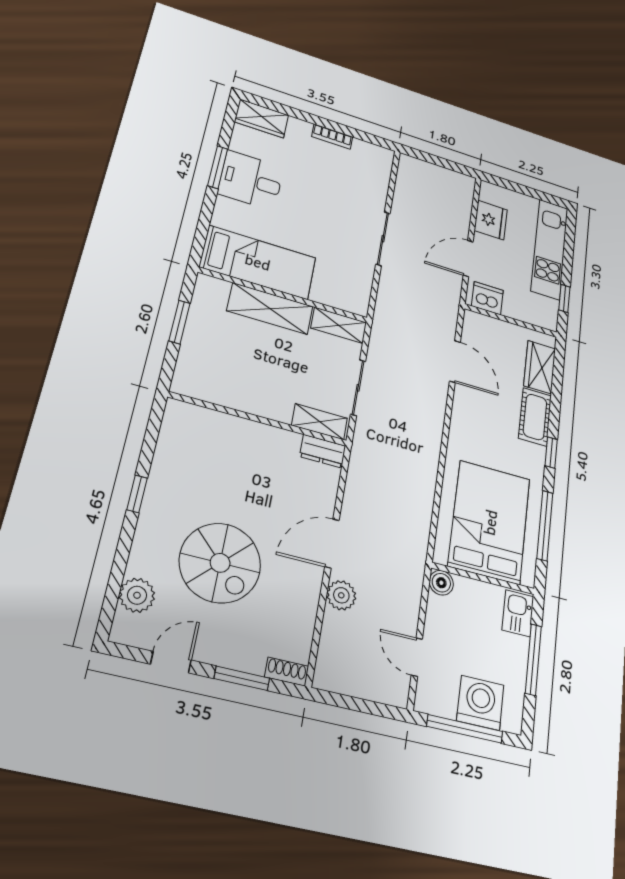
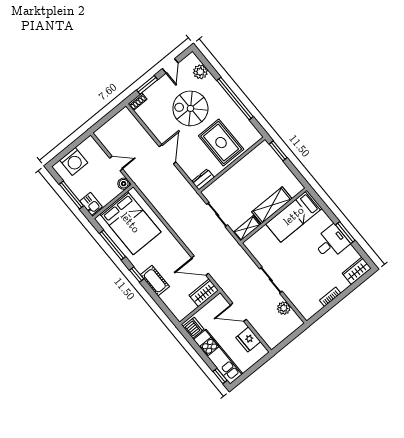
door: (468, 259) -> (238, 312), swing flipped
dishwasher: (487, 298) -> (193, 328), moved, turned -90
window: (564, 298) -> (220, 376), moved
window: (179, 322) -> (278, 151), moved
wardrobe: (540, 367) -> (204, 293), moved, turned -90
shelving: (319, 422) -> (215, 188), removed
rug: (236, 464) -> (221, 143), added
window: (137, 494) -> (235, 99), width x3.17
plant: (341, 595) -> (284, 308), moved
door: (417, 657) -> (116, 163), moved
window: (465, 729) -> (70, 148), removed

